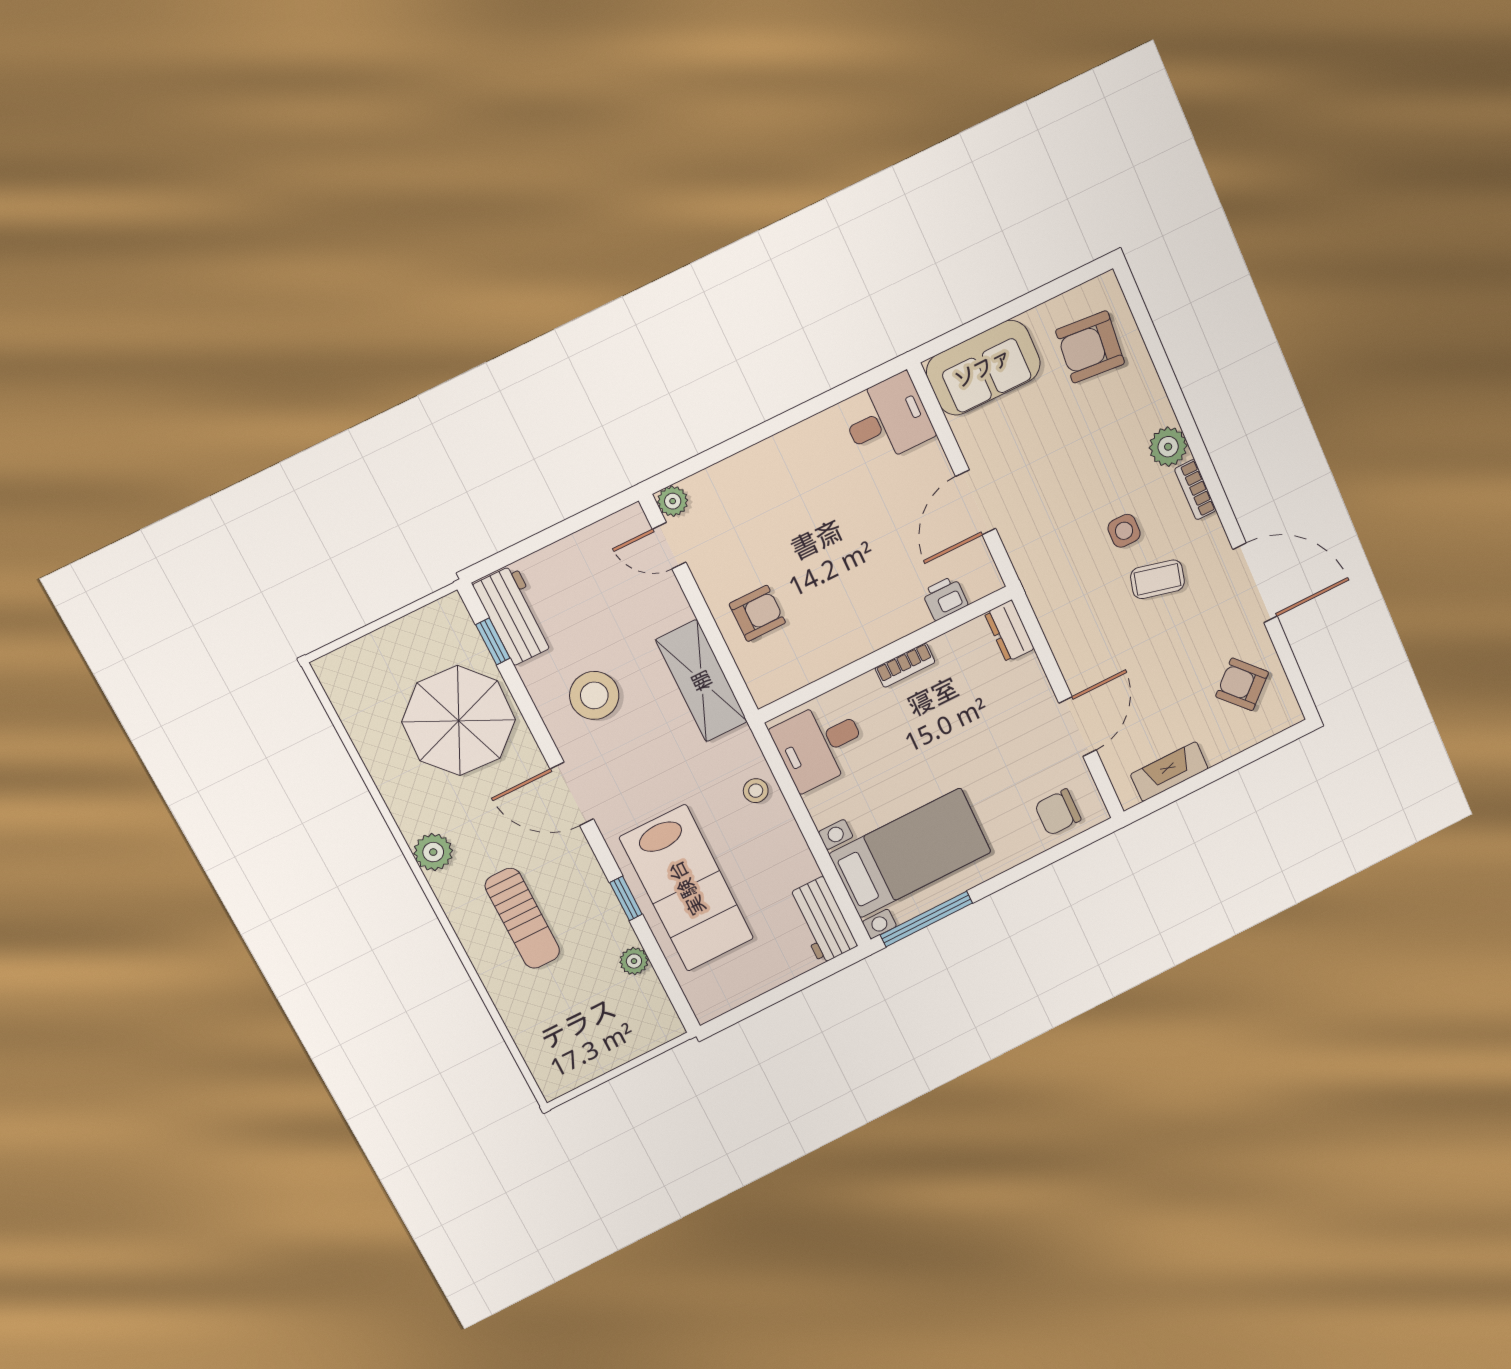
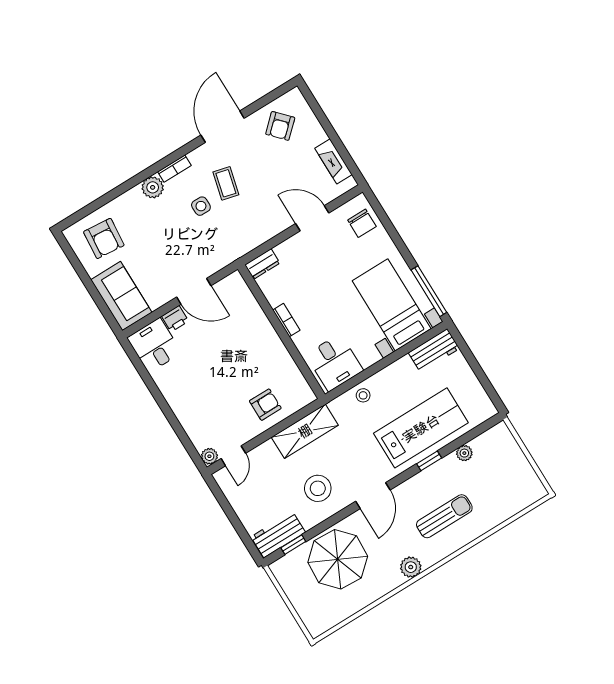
printer: (945, 598) -> (175, 319), moved, turned -90
armchair: (757, 613) -> (265, 405), turned 90

